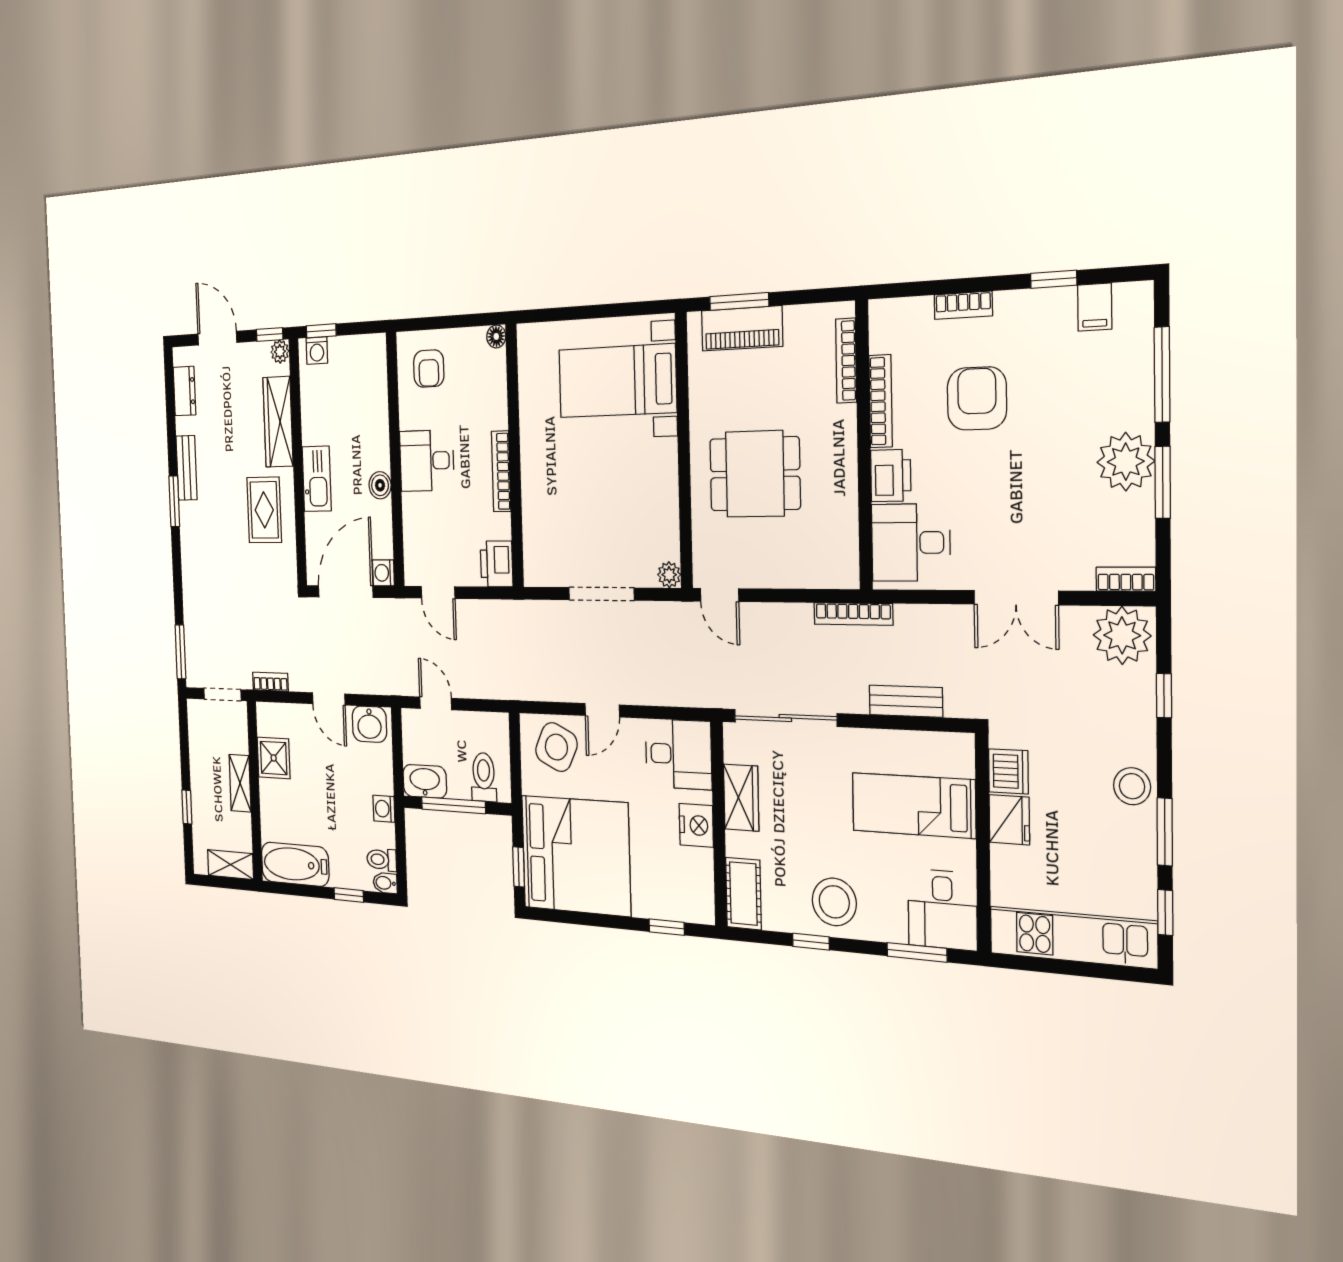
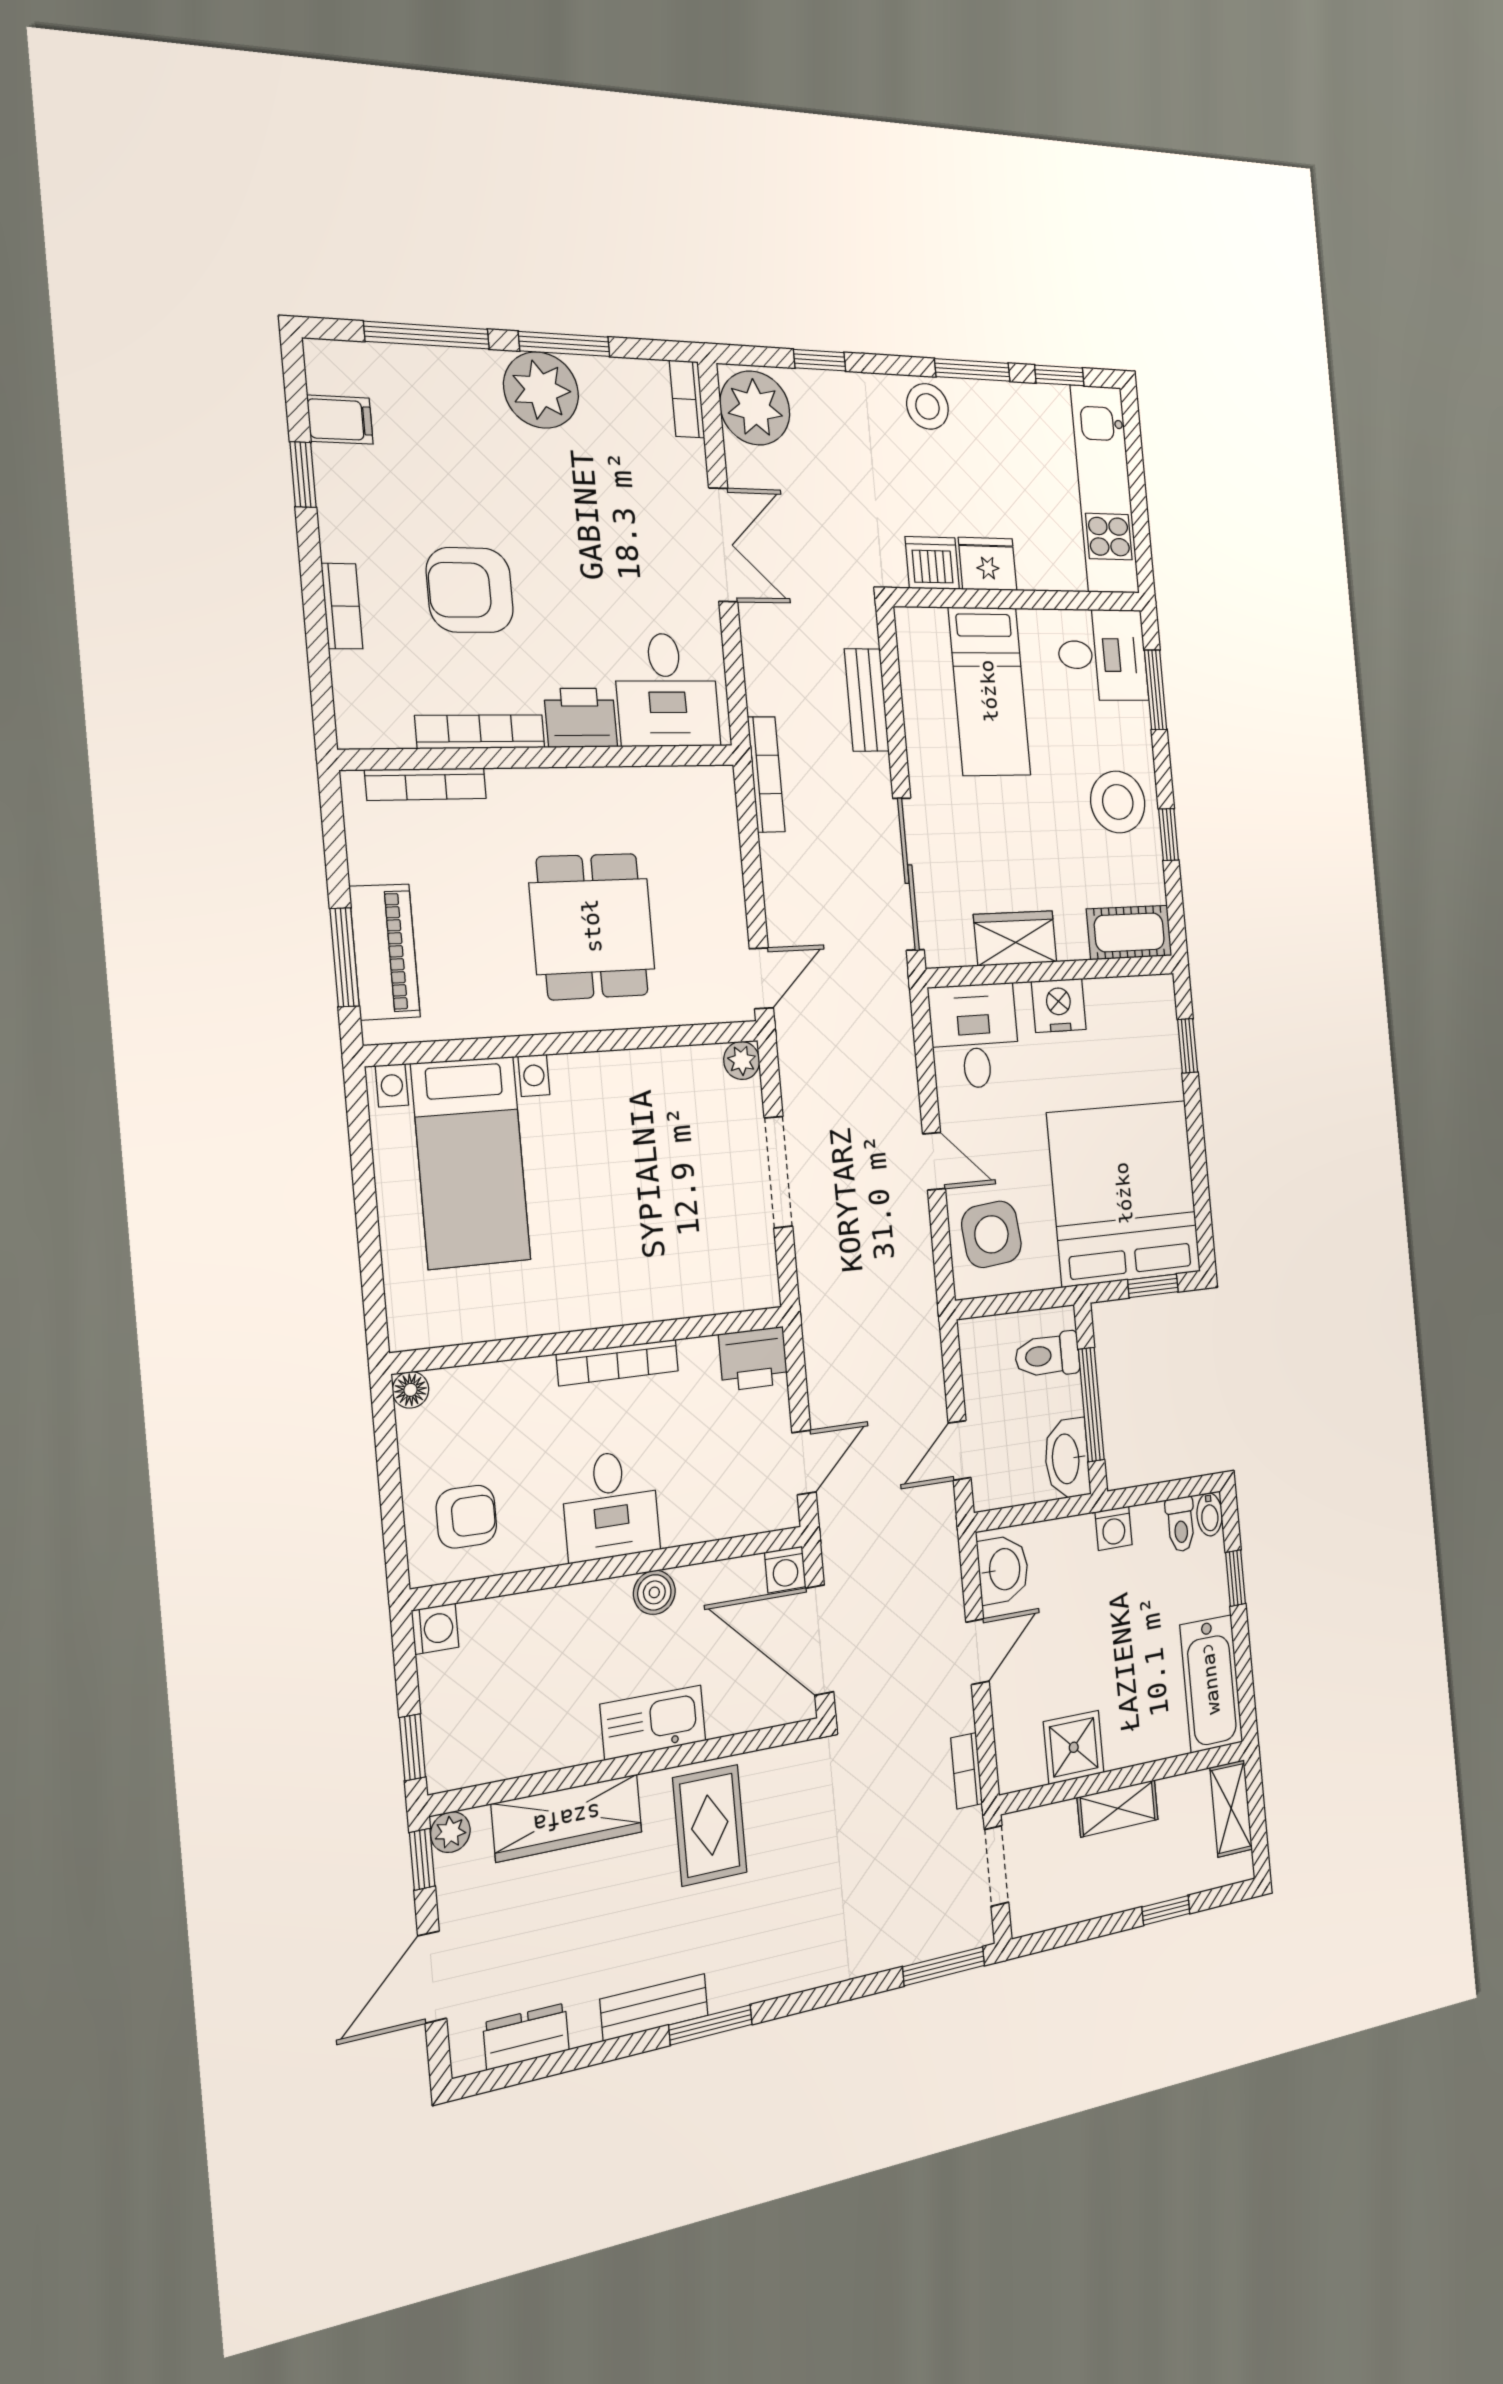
washing machine: (317, 350) -> (435, 1629), moved
rug: (264, 510) -> (710, 1825), turned 90
side table: (556, 747) -> (991, 1234), turned -31

